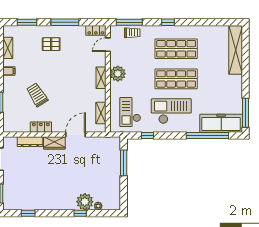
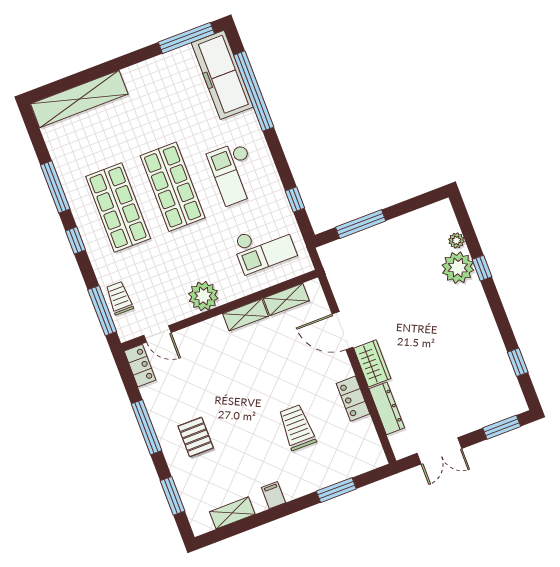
window: (198, 22) -> (55, 187), added
shelving: (101, 78) -> (245, 315), moved
trolley: (37, 95) -> (297, 427), turned 122
checkout: (171, 111) -> (234, 173), width x0.73, depth x0.83

